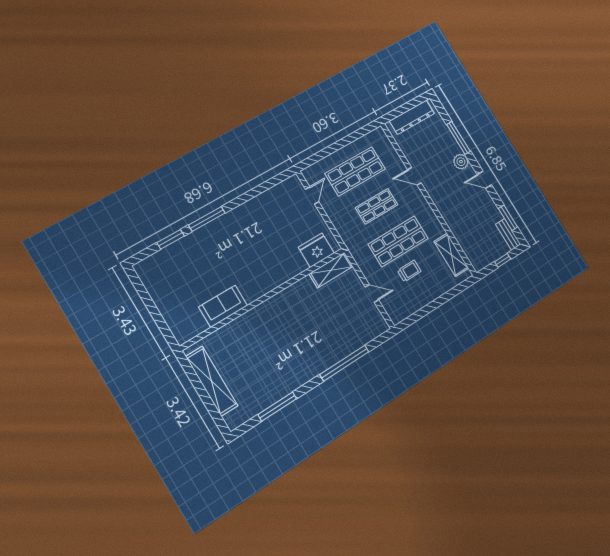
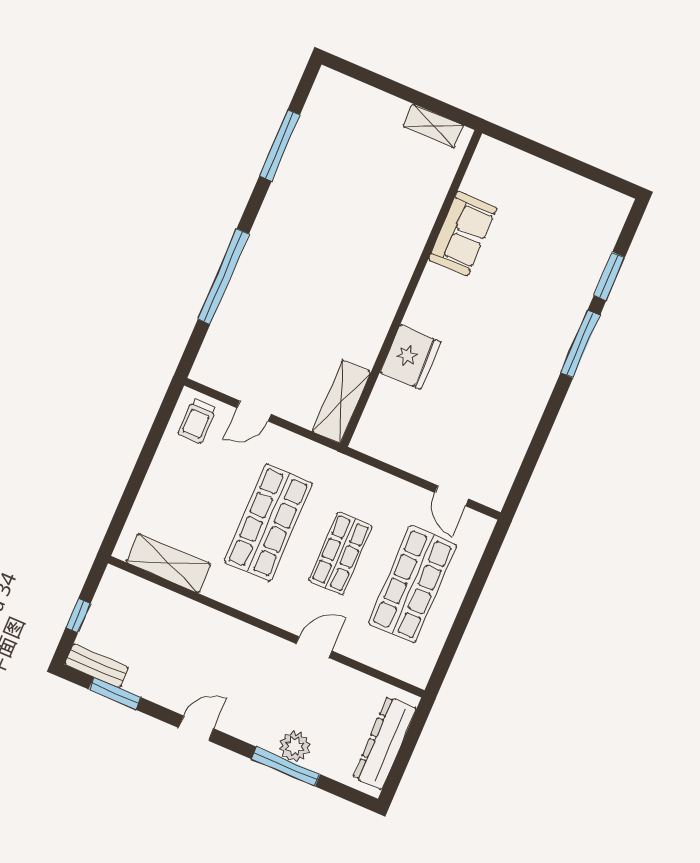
plant: (461, 162) -> (295, 746), moved
fridge: (316, 250) -> (410, 357), moved
trolley: (409, 271) -> (197, 421), moved
shelving: (212, 381) -> (433, 126), width x0.45, depth x0.75

